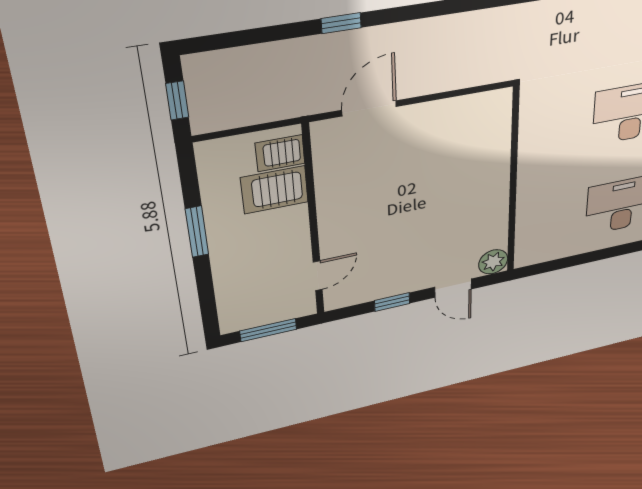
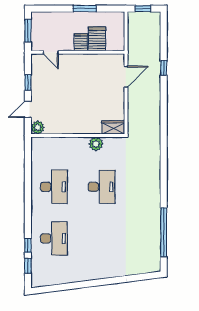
door: (369, 108) -> (126, 77), hinge flipped
wardrobe: (496, 114) -> (113, 127), added
plant: (534, 142) -> (96, 144), added
server rack: (280, 153) -> (81, 42), moved

